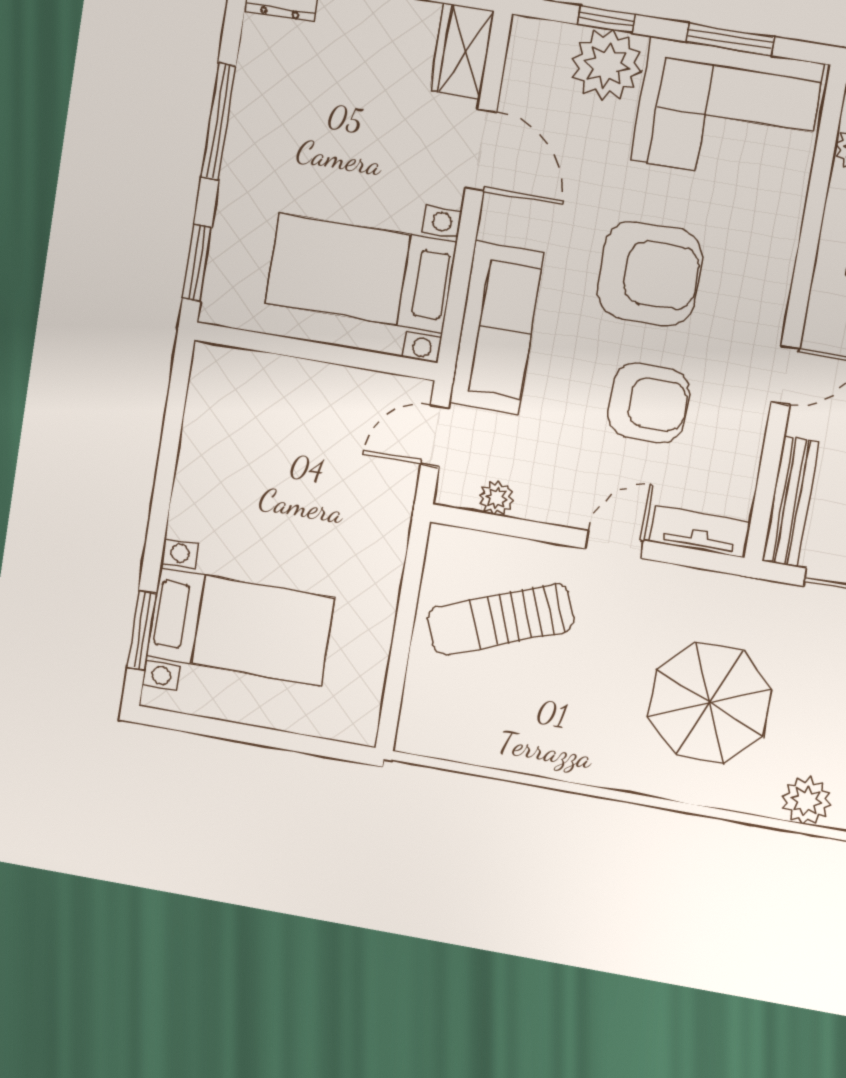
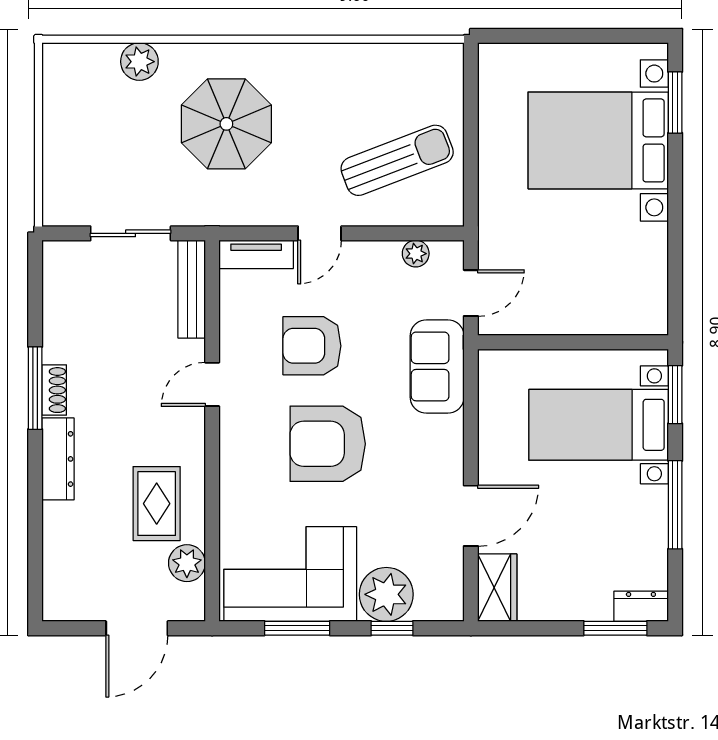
door: (481, 150) -> (471, 516), swing flipped
bed with nightstands: (361, 273) -> (599, 425), moved, turned 180
sofa: (496, 328) -> (437, 366), width x0.73
bed with nightstands: (240, 627) -> (598, 140), width x1.36

